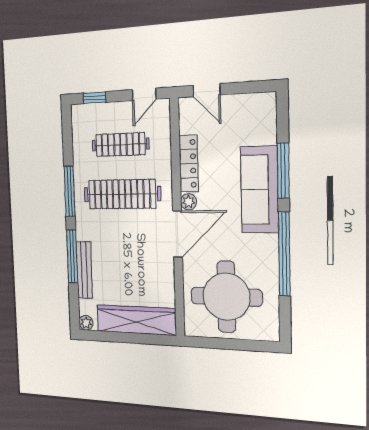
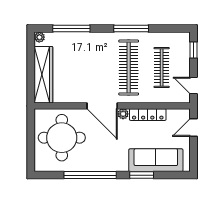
window: (283, 171) -> (142, 175), width x0.69
sofa: (259, 190) -> (156, 160), moved
window: (72, 256) -> (71, 29), moved
bench: (84, 270) -> (77, 37), removed

